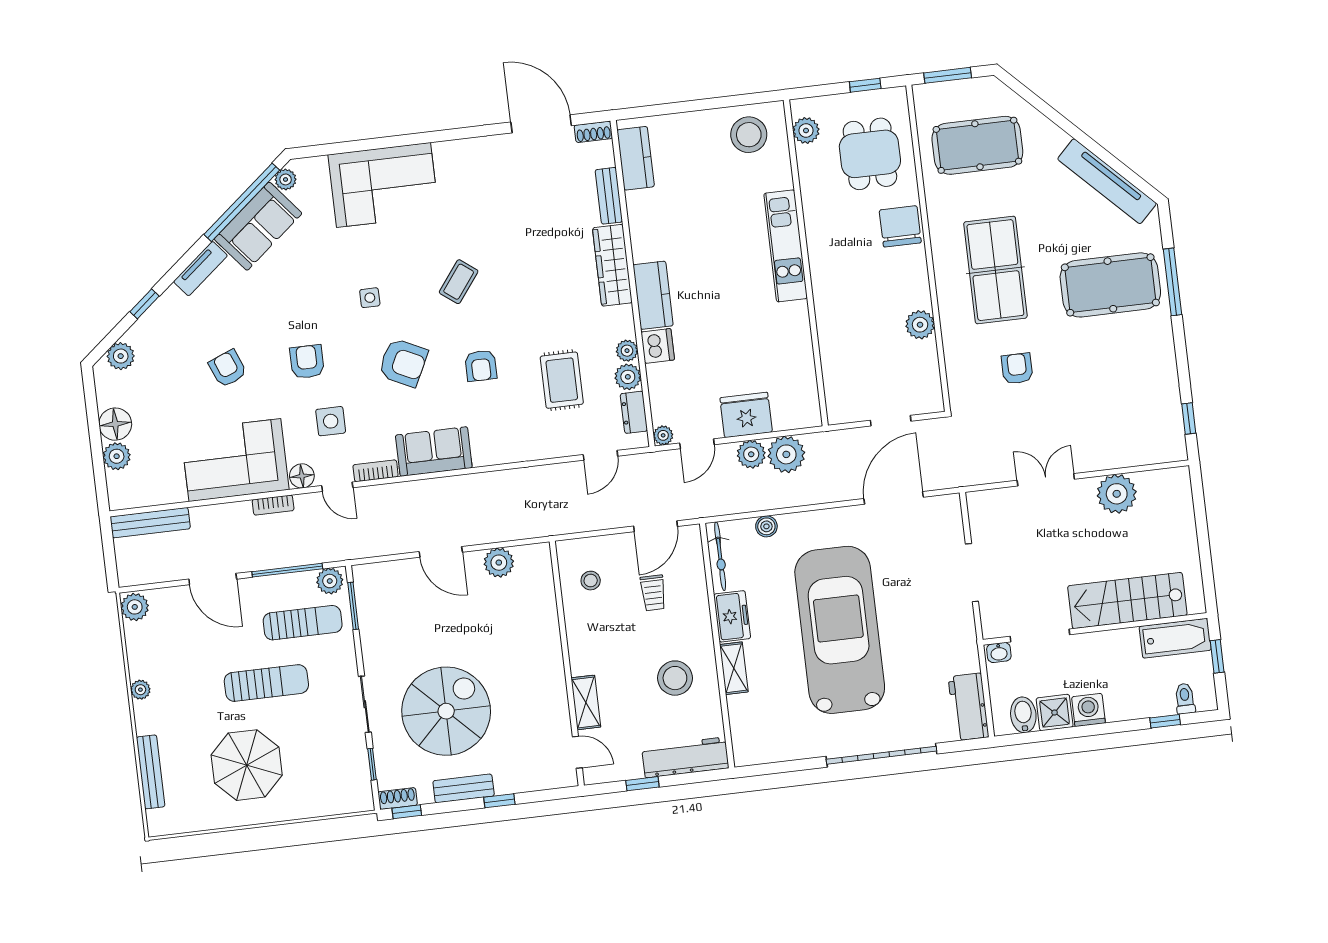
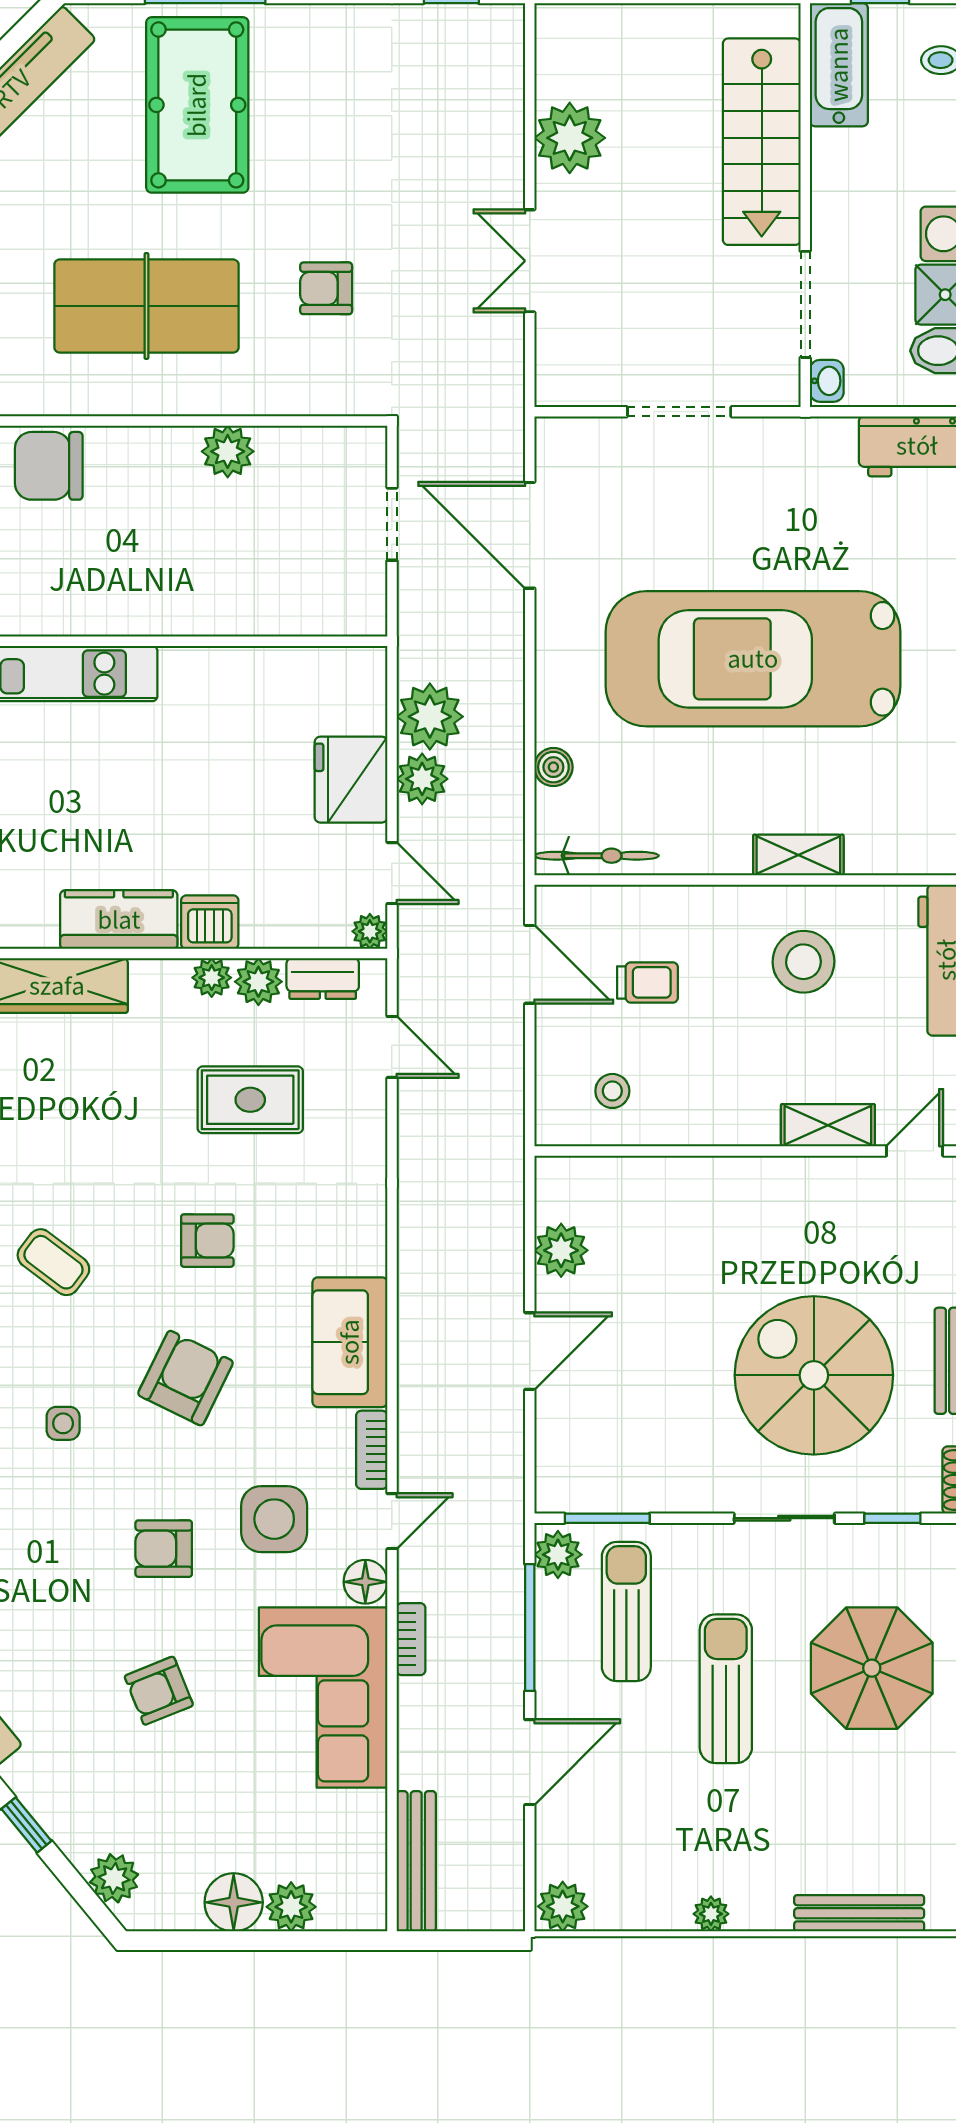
side table: (331, 421) -> (274, 1519), width x1.37, depth x1.37
freezer: (732, 616) -> (706, 847), removed
parasol: (247, 765) -> (872, 1668), moved

